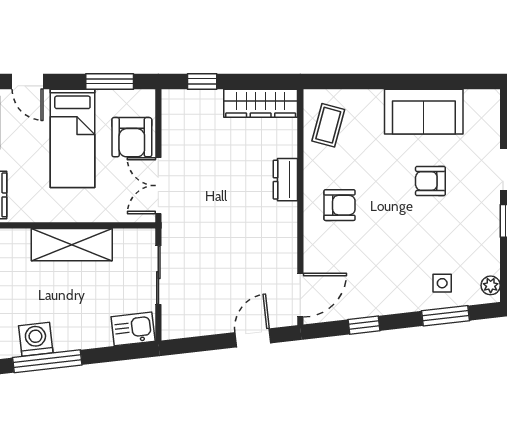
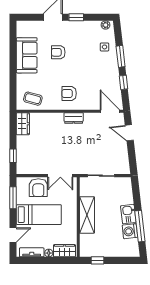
wardrobe: (261, 103) -> (23, 124), width x0.67
armchair: (132, 137) -> (38, 188), turned 90
dresser: (285, 180) -> (74, 118), moved
armchair: (430, 181) -> (58, 52), turned 90
armchair: (340, 205) -> (69, 93), turned -90
window: (446, 316) -> (121, 56), moved
kitchen sink: (133, 329) -> (128, 214), moved

